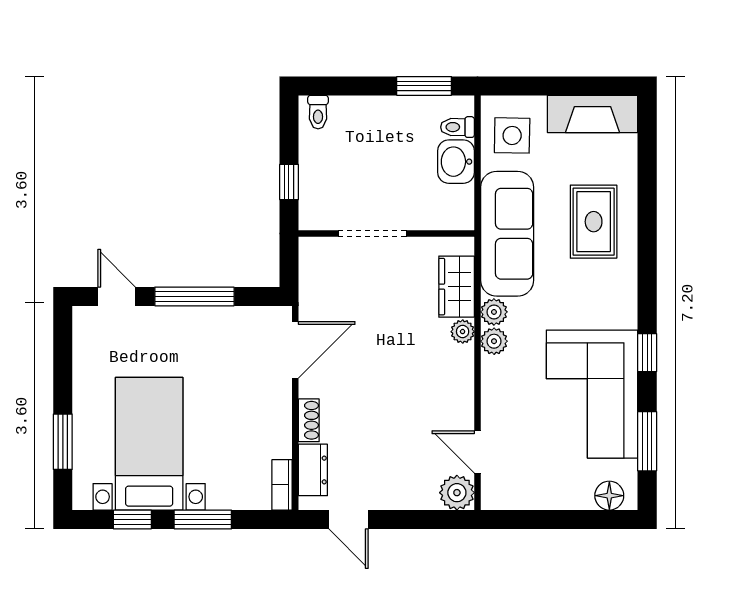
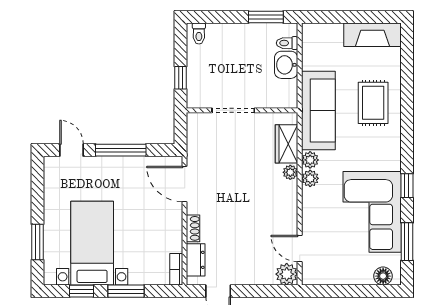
side table: (512, 135) -> (322, 48), removed
door: (295, 350) -> (185, 184), swing flipped

